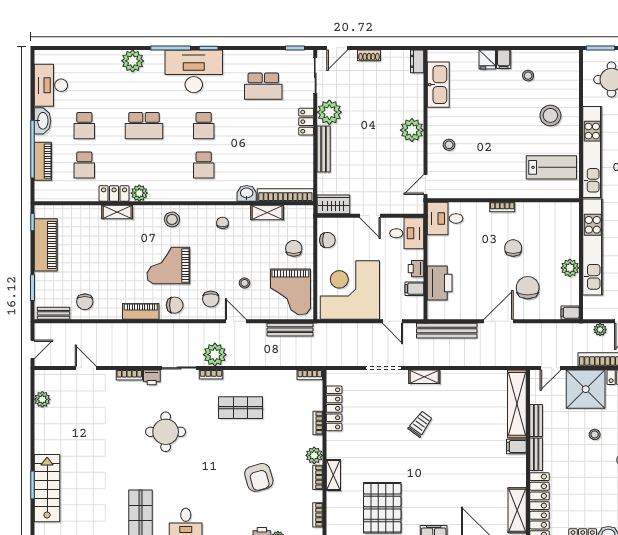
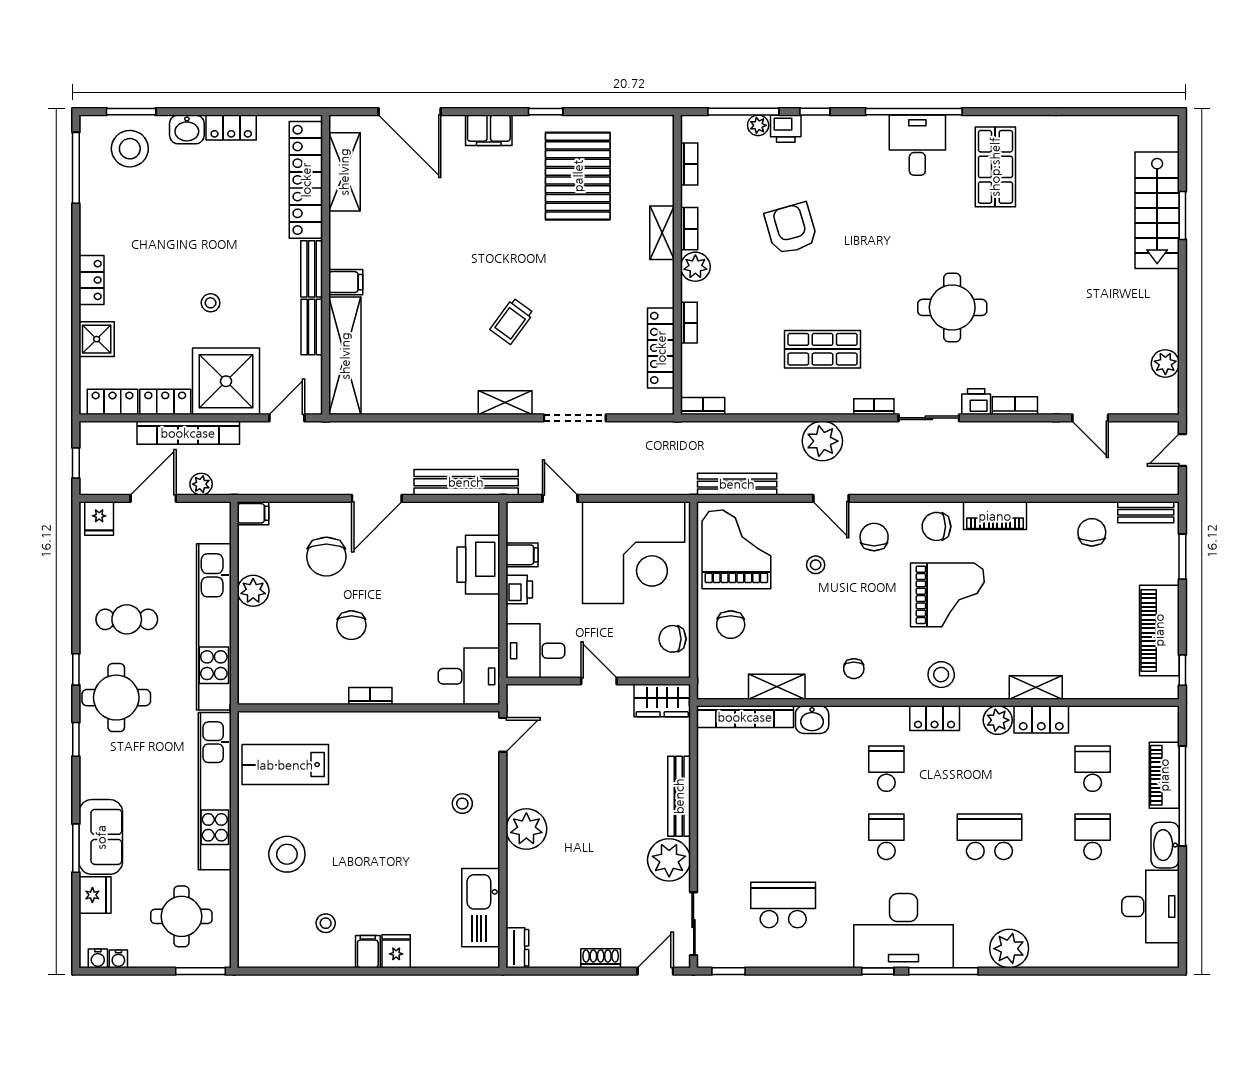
locker: (306, 122) -> (935, 718), moved, turned 90
plant: (215, 355) -> (822, 441), moved

